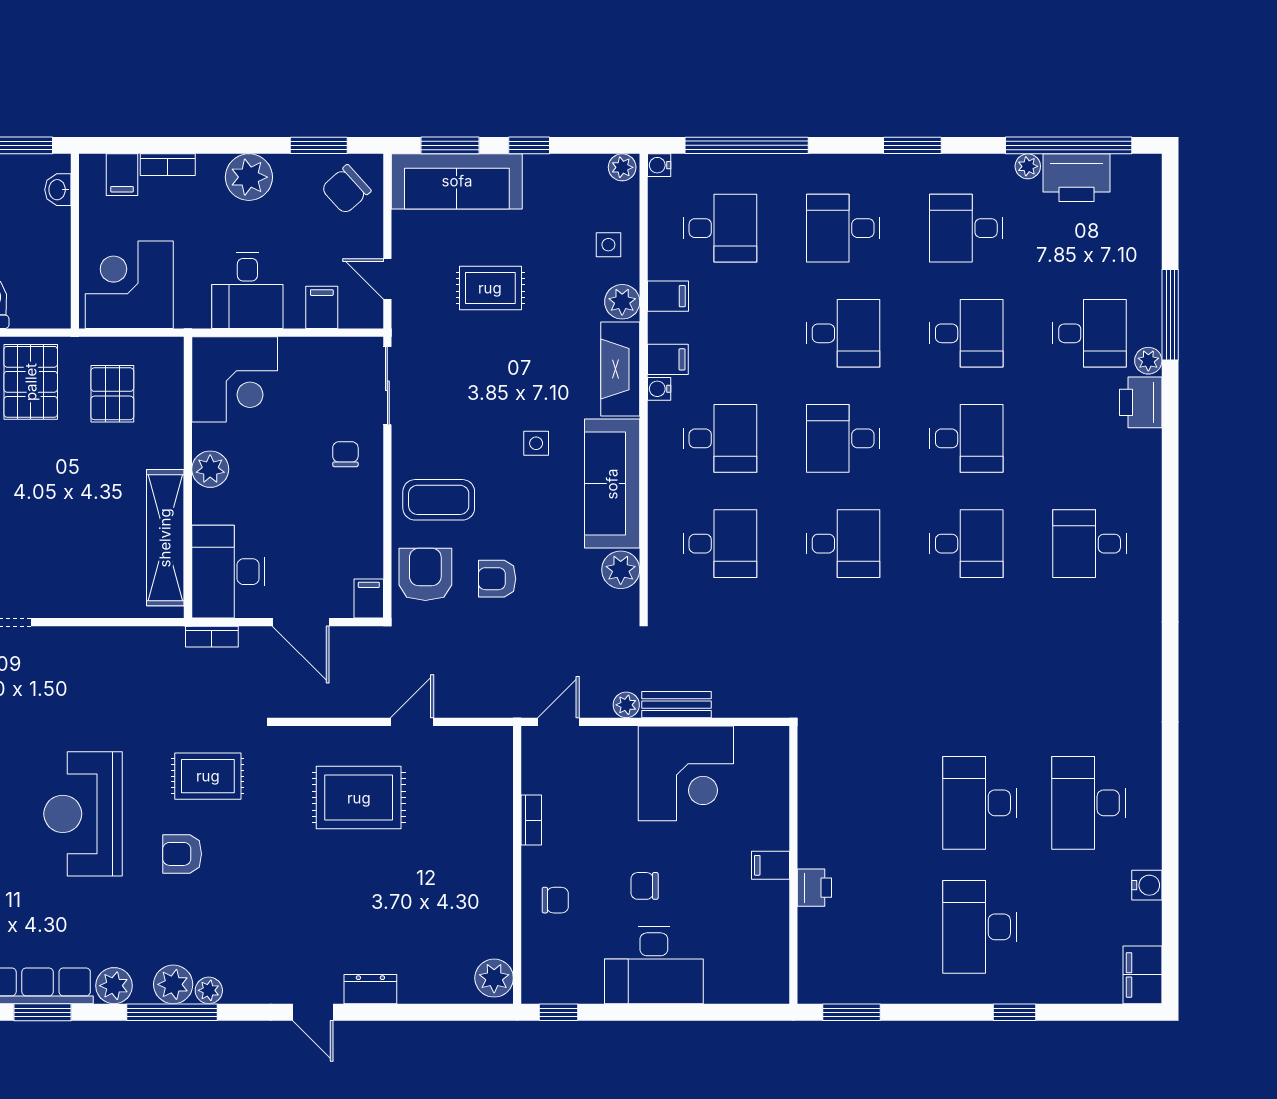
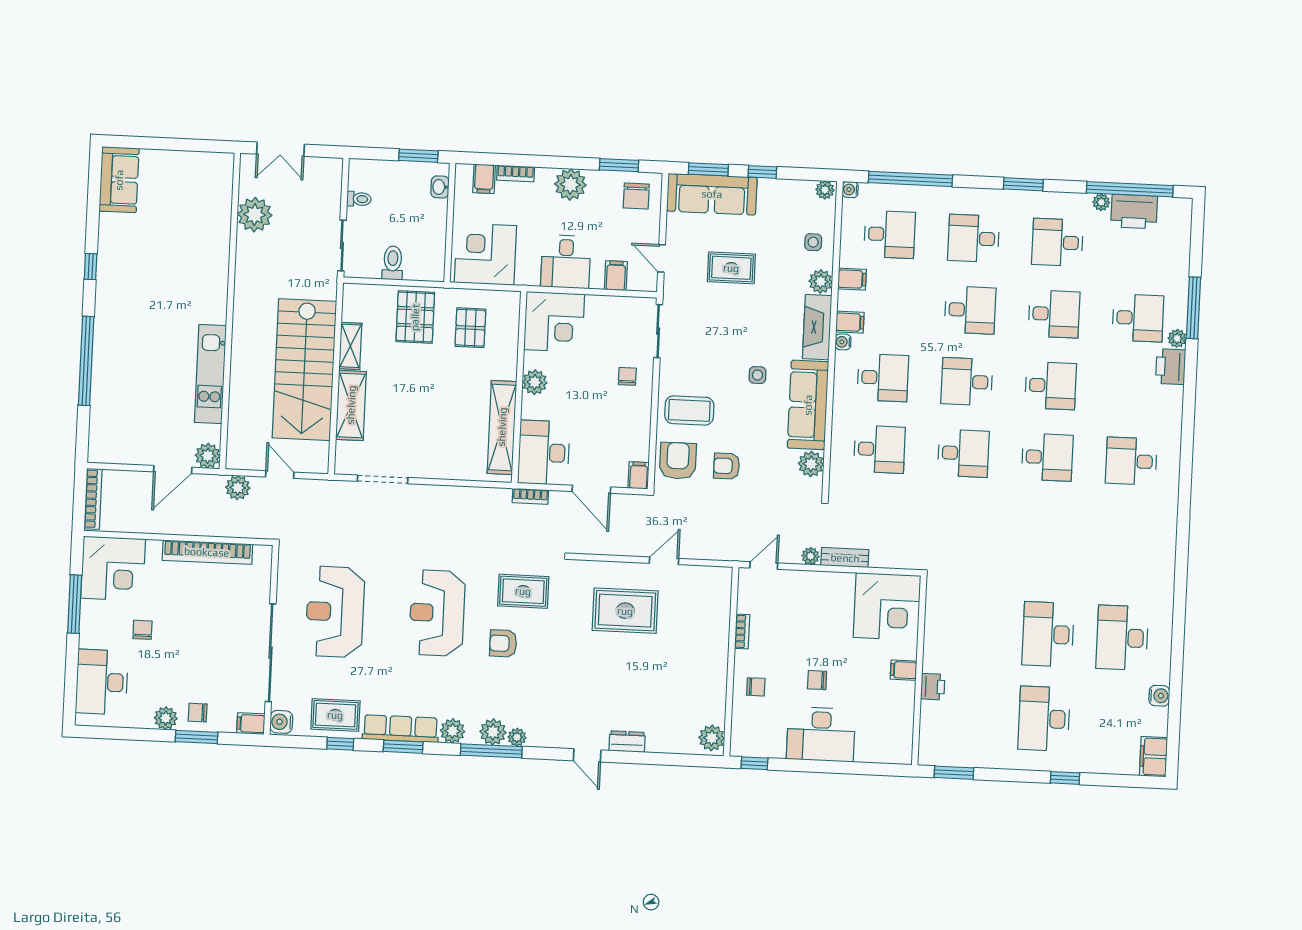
chair: (346, 189) -> (636, 196), turned -48
corner desk: (686, 773) -> (887, 606), moved

